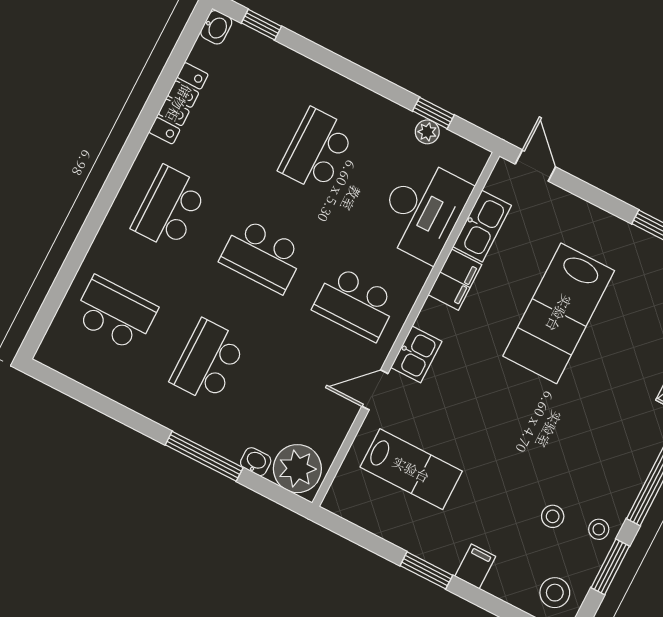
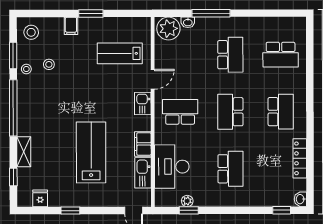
school desk: (262, 256) -> (230, 112), turned -90

